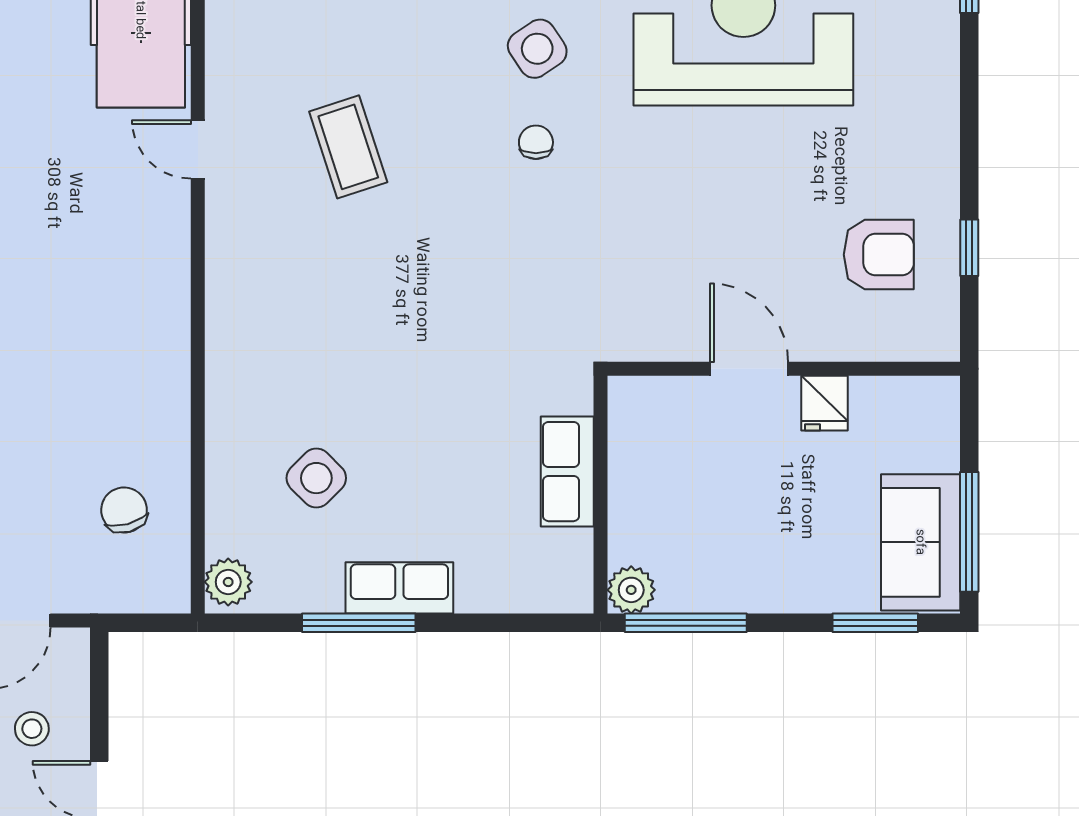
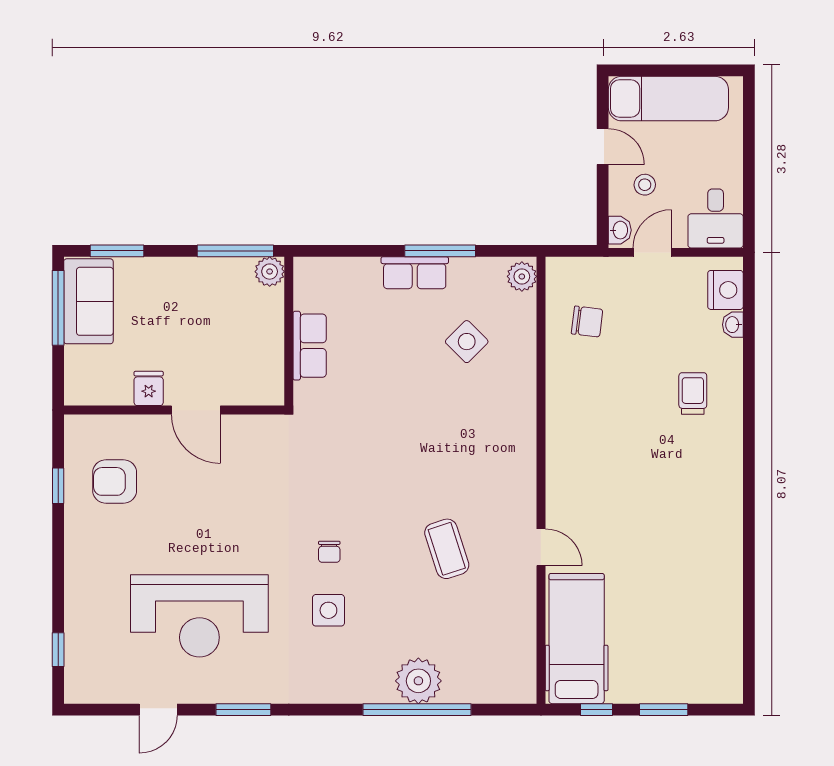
side table: (537, 49) -> (328, 610), turned 34
chair: (124, 510) -> (587, 322), turned -68
washbasin: (72, 656) -> (620, 230), added

